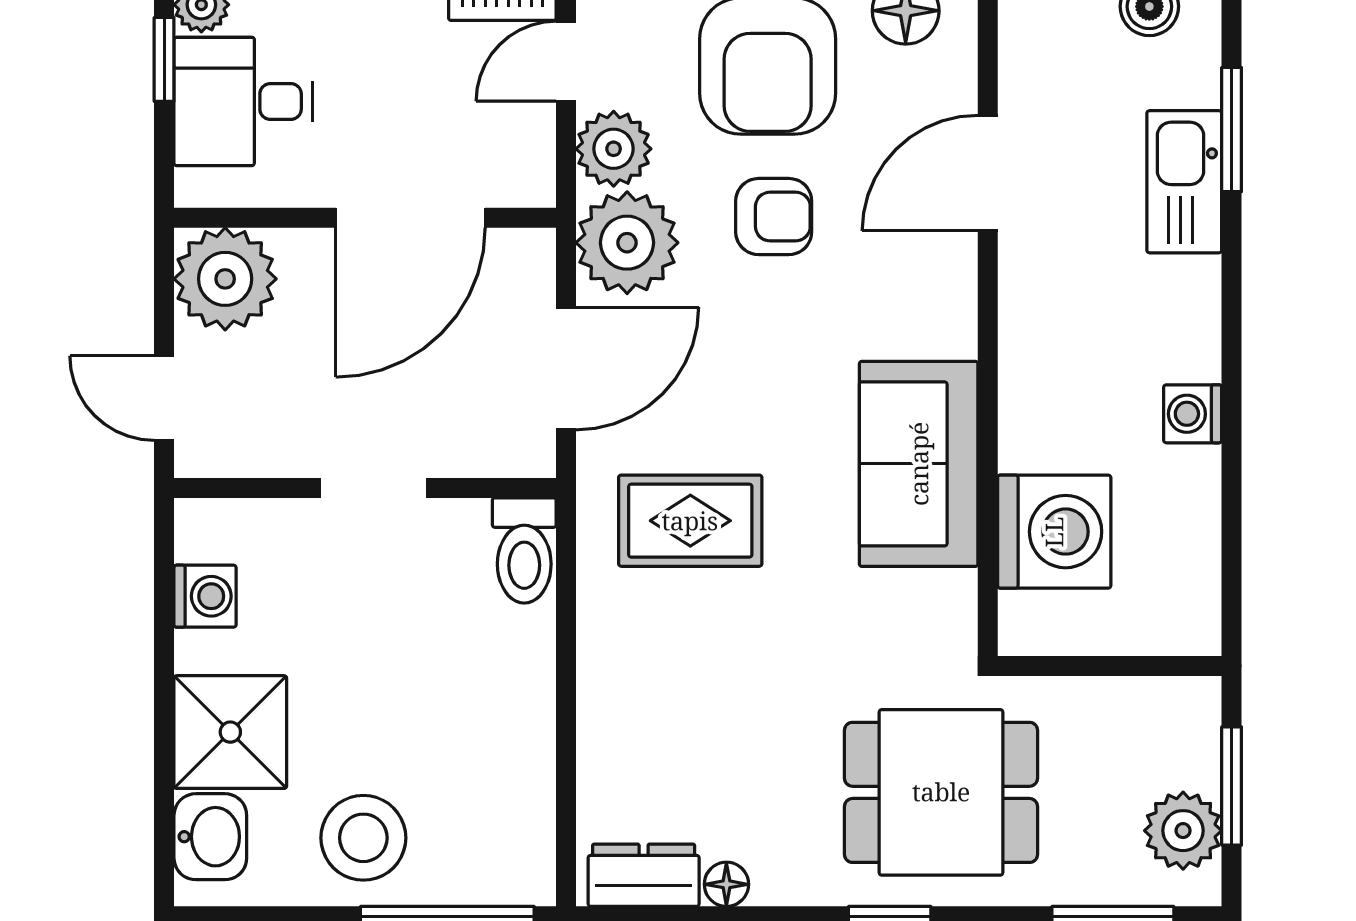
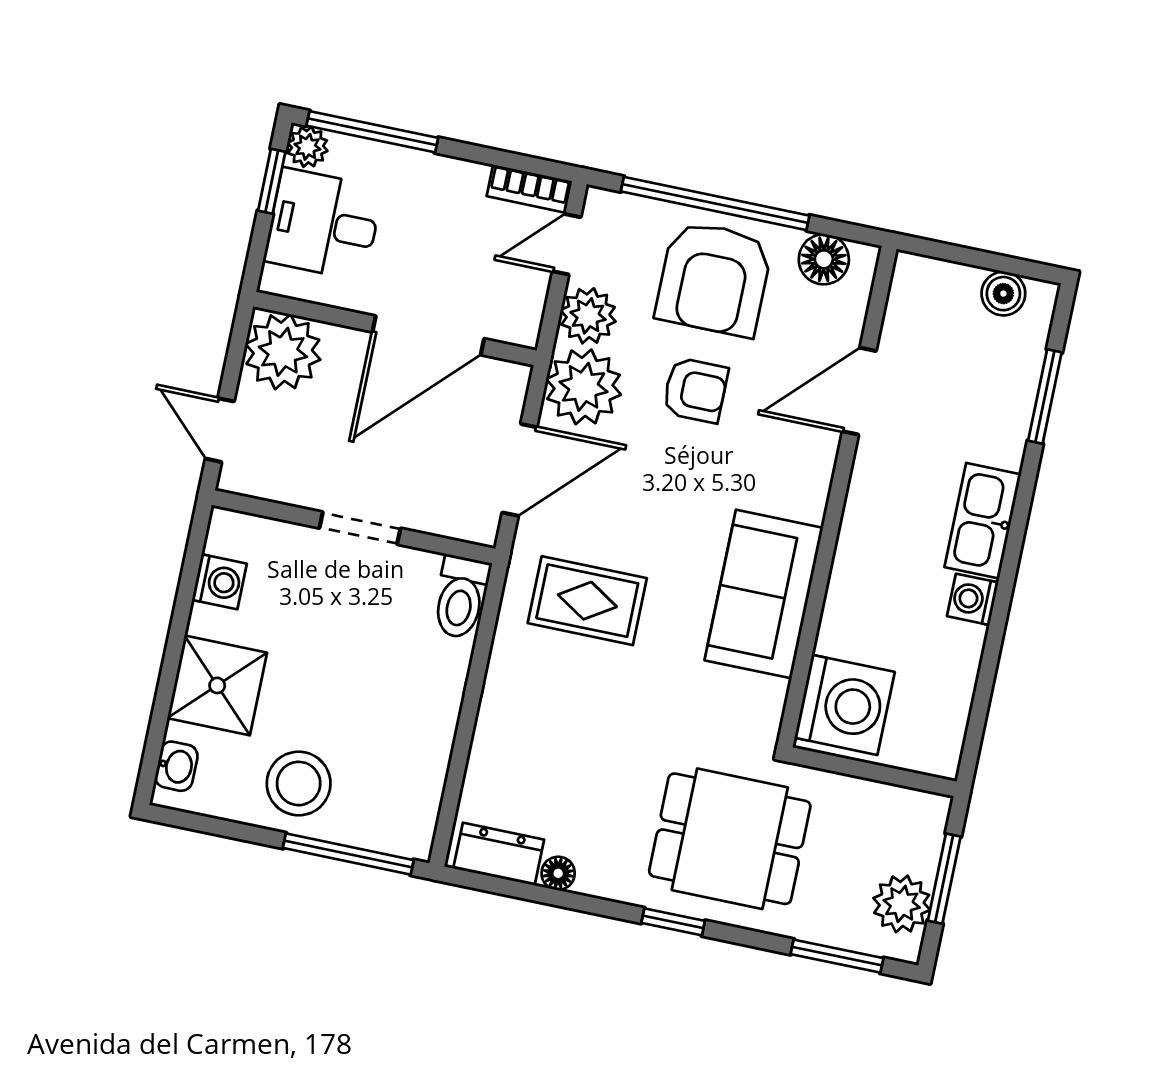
kitchen sink: (1184, 182) -> (983, 521), moved
washing machine: (1054, 532) -> (845, 705), moved
washbasin: (210, 837) -> (176, 766), width x0.72, depth x0.69

